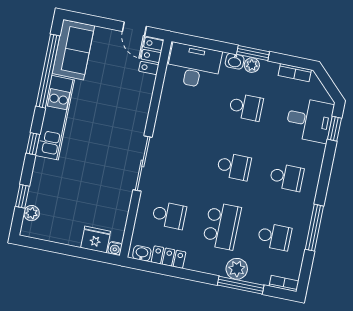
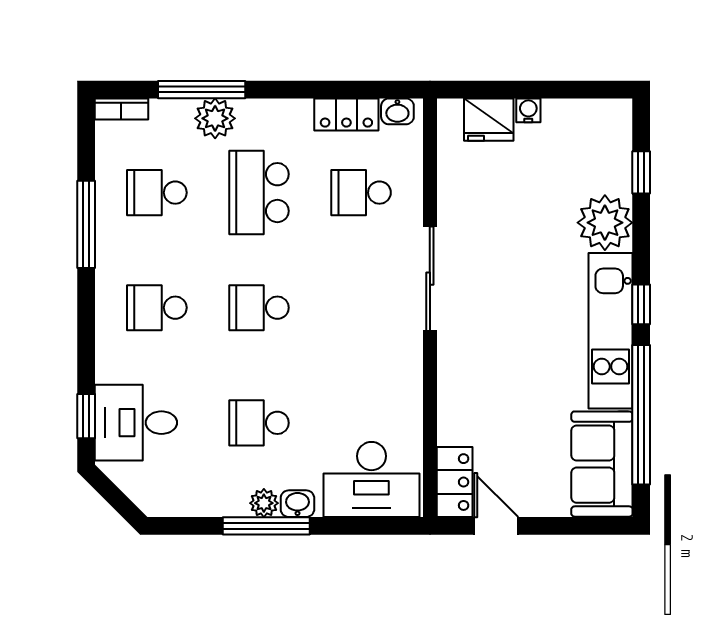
window: (253, 53) -> (266, 526), width x1.44
bookcase: (295, 73) -> (181, 505), removed
window: (33, 144) -> (641, 304), moved
plant: (32, 213) -> (605, 223), moved, width x1.88, depth x1.88
water cooler: (115, 248) -> (528, 110), moved

